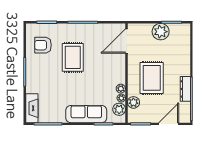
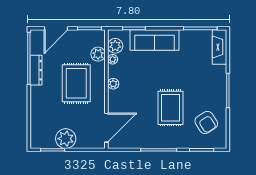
armchair: (43, 45) -> (206, 122), turned 57
plant: (121, 89) -> (113, 84), moved

